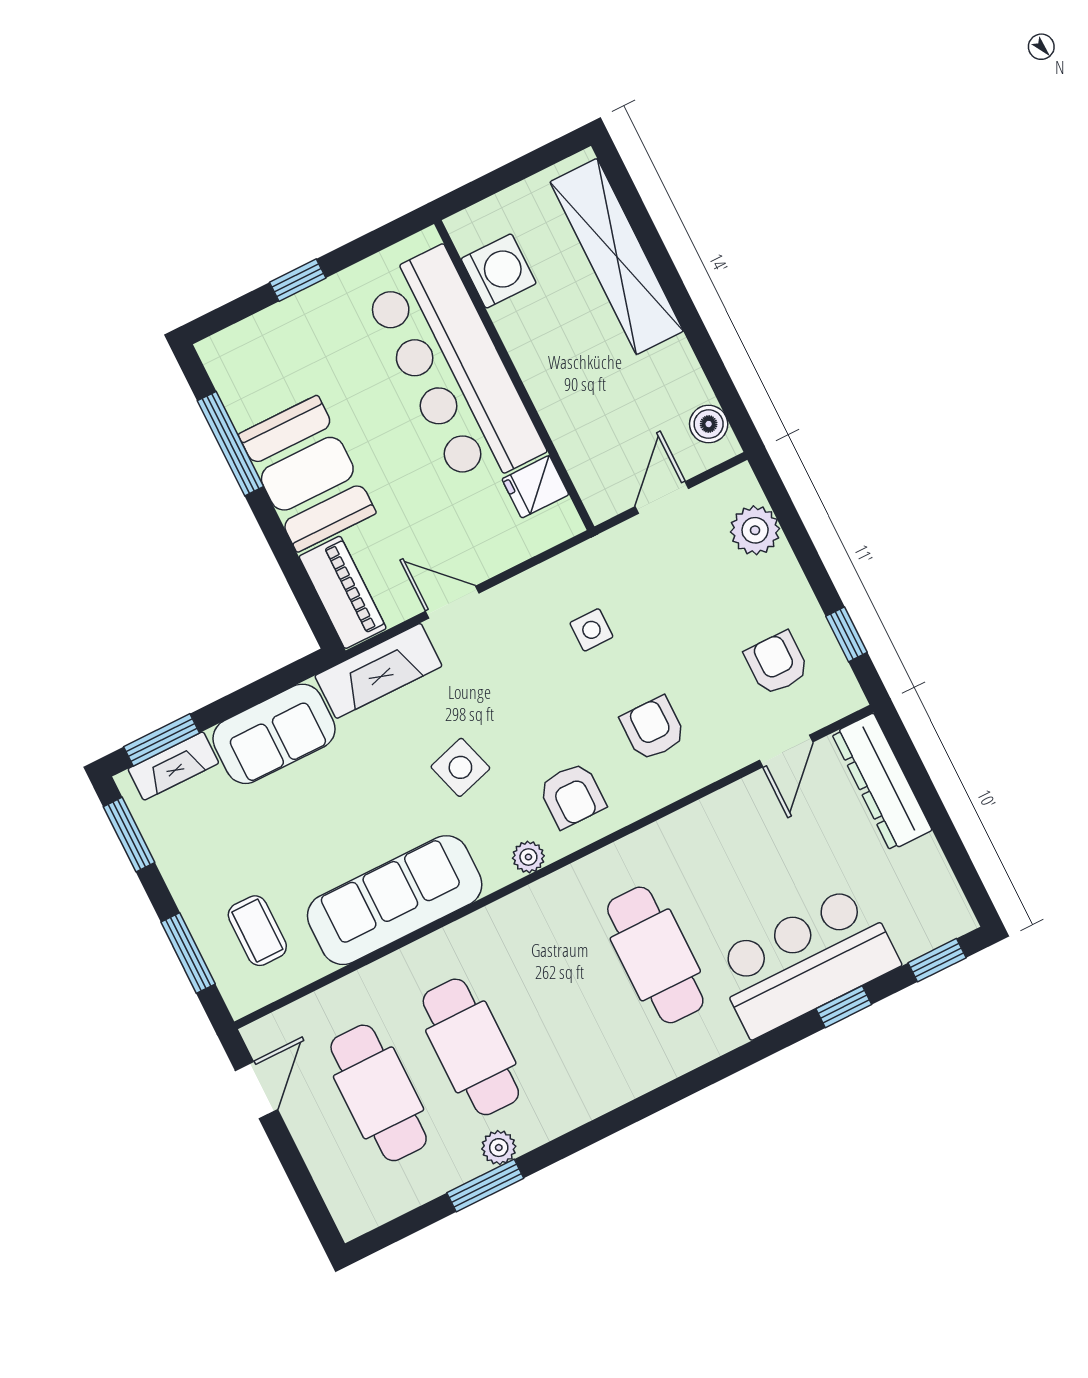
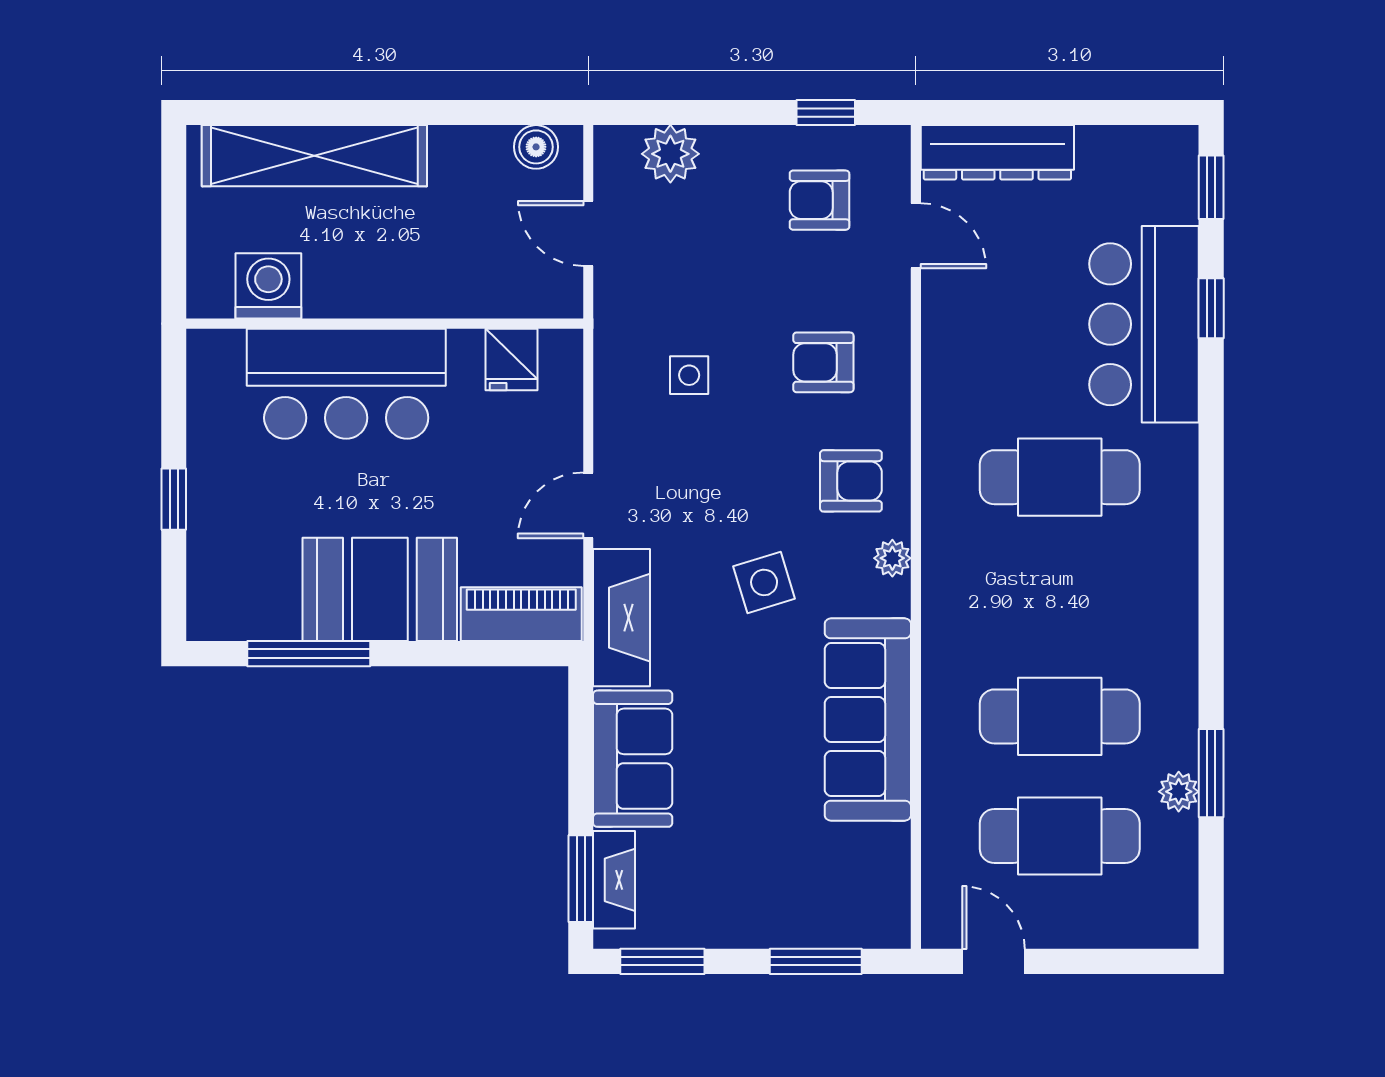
bar counter: (453, 369) -> (346, 384), width x0.73
coffee table: (257, 931) -> (828, 878), removed
plant: (499, 1148) -> (1179, 792), moved

